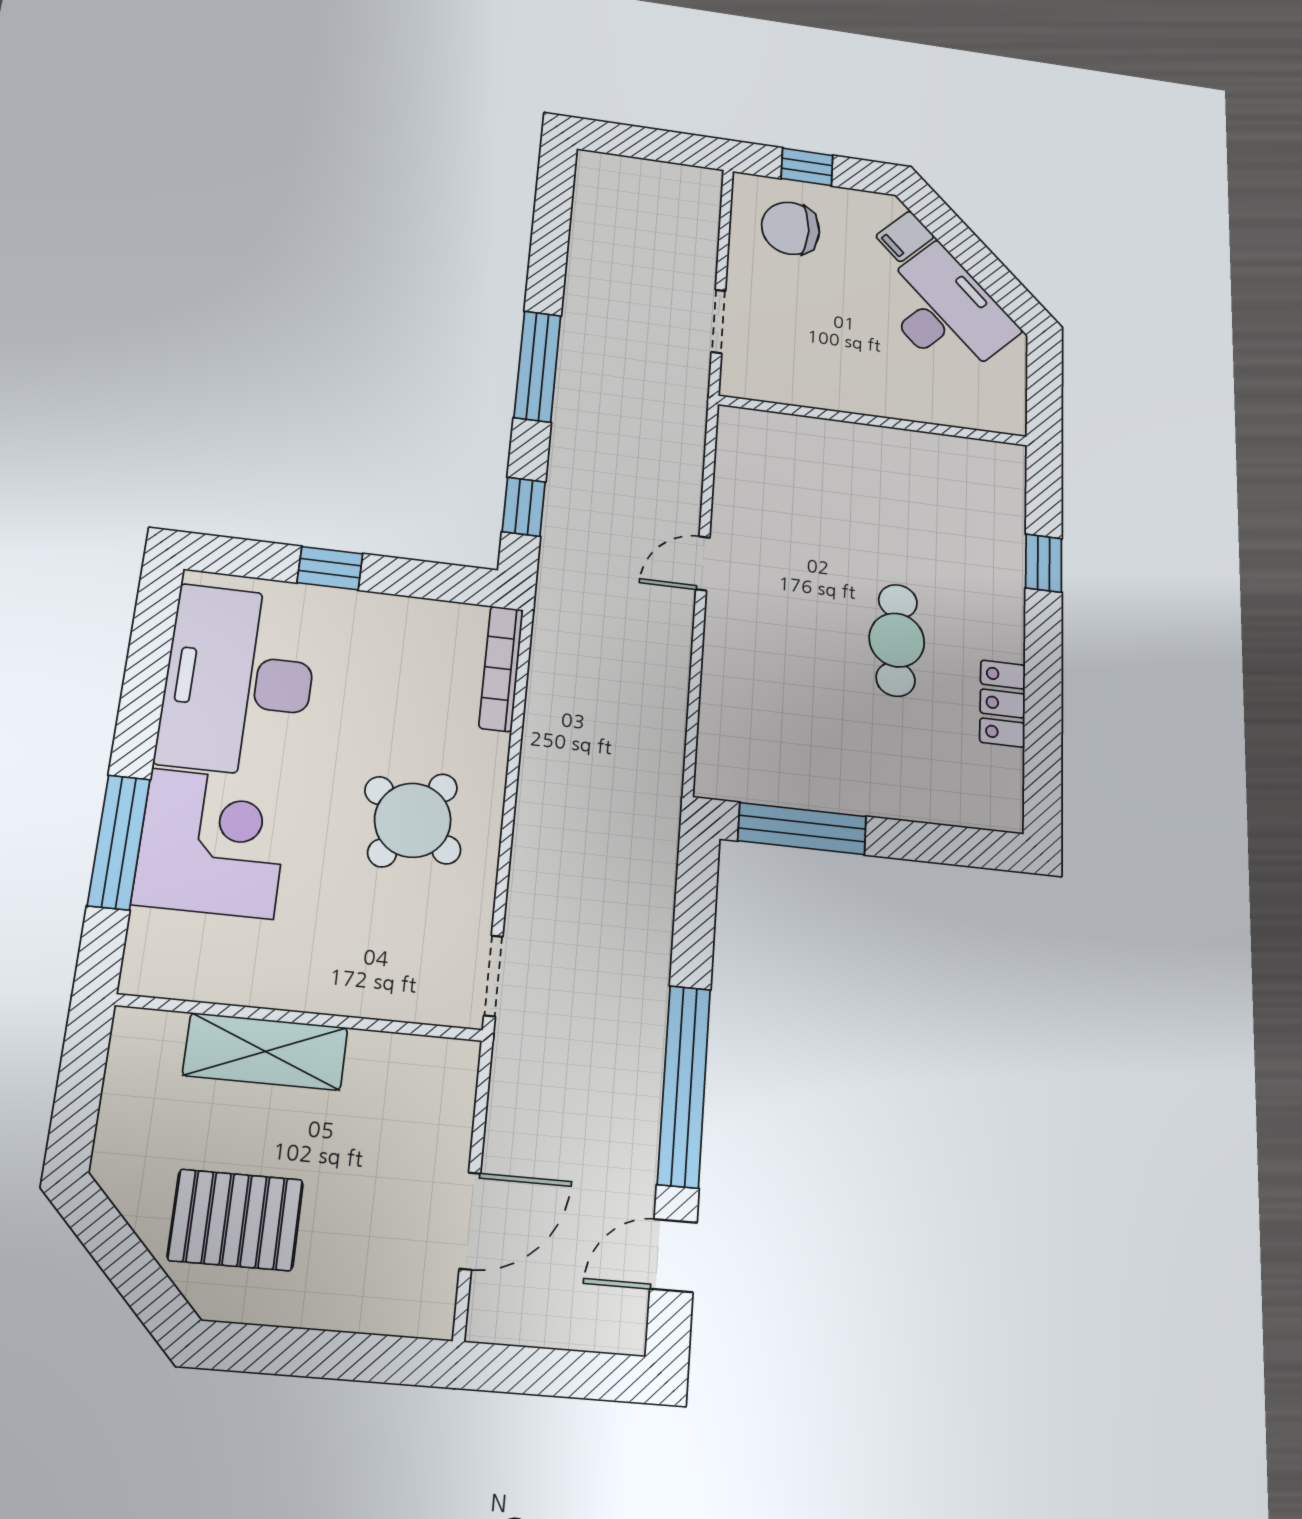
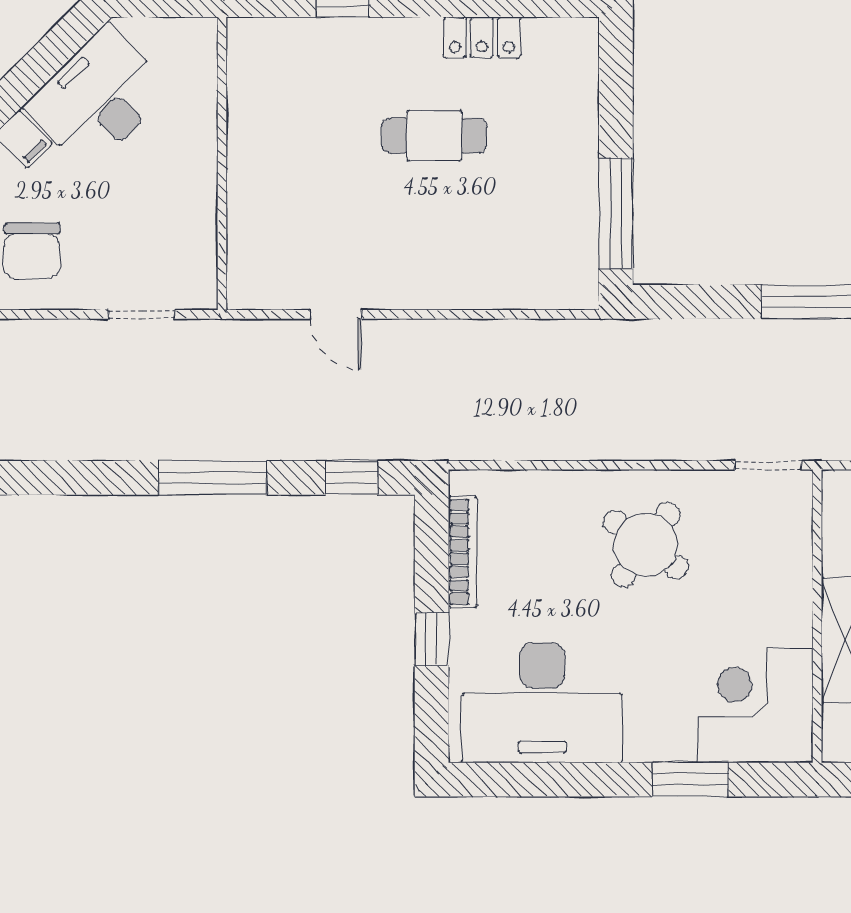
door: (703, 563) -> (336, 314), moved
bookcase: (501, 668) -> (463, 552), moved, turned -90
window: (119, 842) -> (690, 780), width x0.69
corner desk: (212, 843) -> (755, 705), moved

